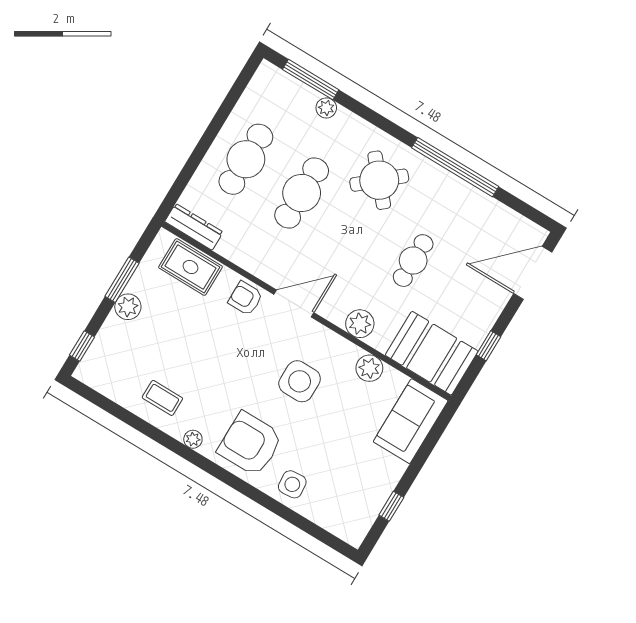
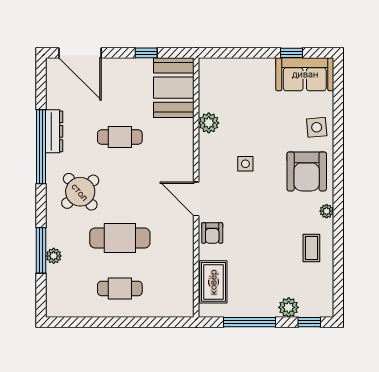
window: (311, 80) -> (41, 250), moved
cafe table: (246, 159) -> (120, 288), width x0.73, depth x0.74
dresser: (194, 227) -> (54, 131), moved, turned 180
window: (122, 280) -> (249, 322), width x1.44
plant: (128, 307) -> (289, 307), moved
plant: (360, 324) -> (183, 147), removed
side table: (300, 381) -> (245, 164), width x0.54, depth x0.54
sofa: (411, 421) -> (305, 74), moved

